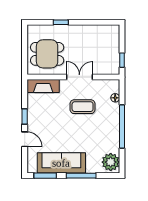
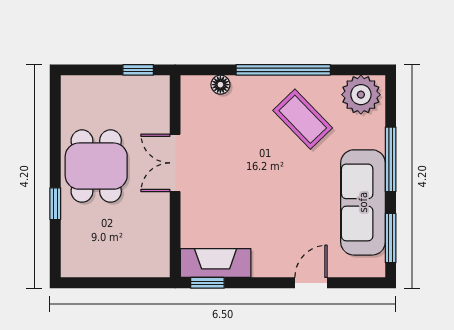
dining table: (47, 54) -> (96, 166), moved
fireplace: (43, 86) -> (216, 263), moved, turned -90
coffee table: (83, 107) -> (303, 119), moved, turned -44
window: (25, 117) -> (207, 283), moved

